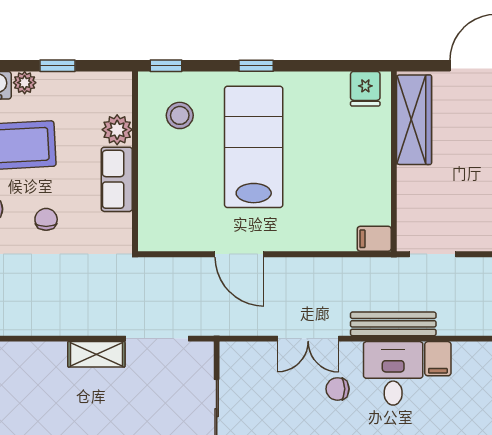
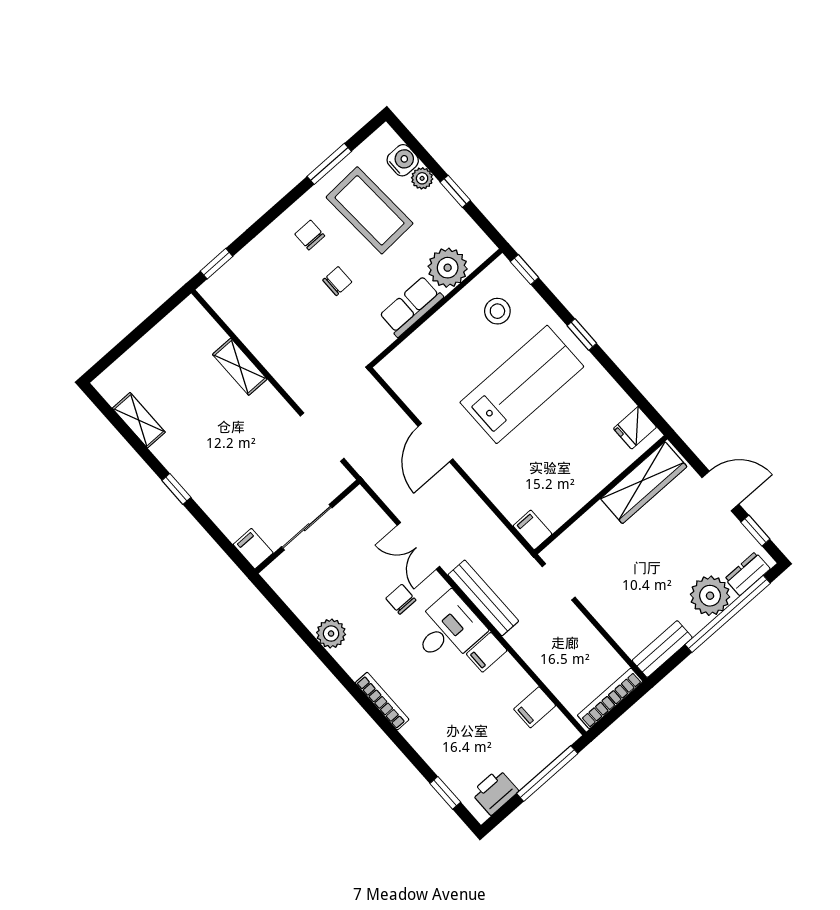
plant: (117, 130) -> (448, 268), width x1.36, depth x1.36
shelving: (96, 354) -> (240, 367), moved

